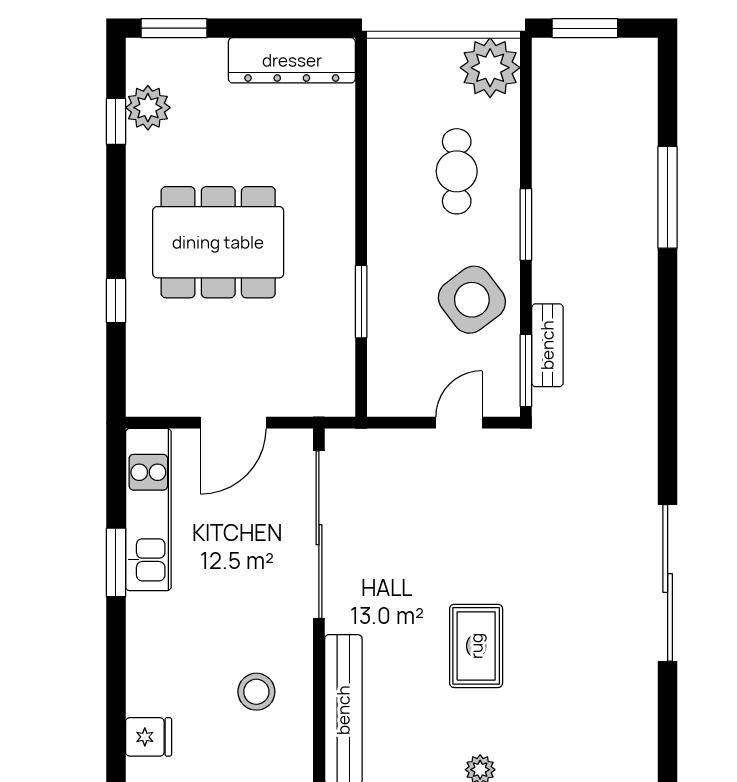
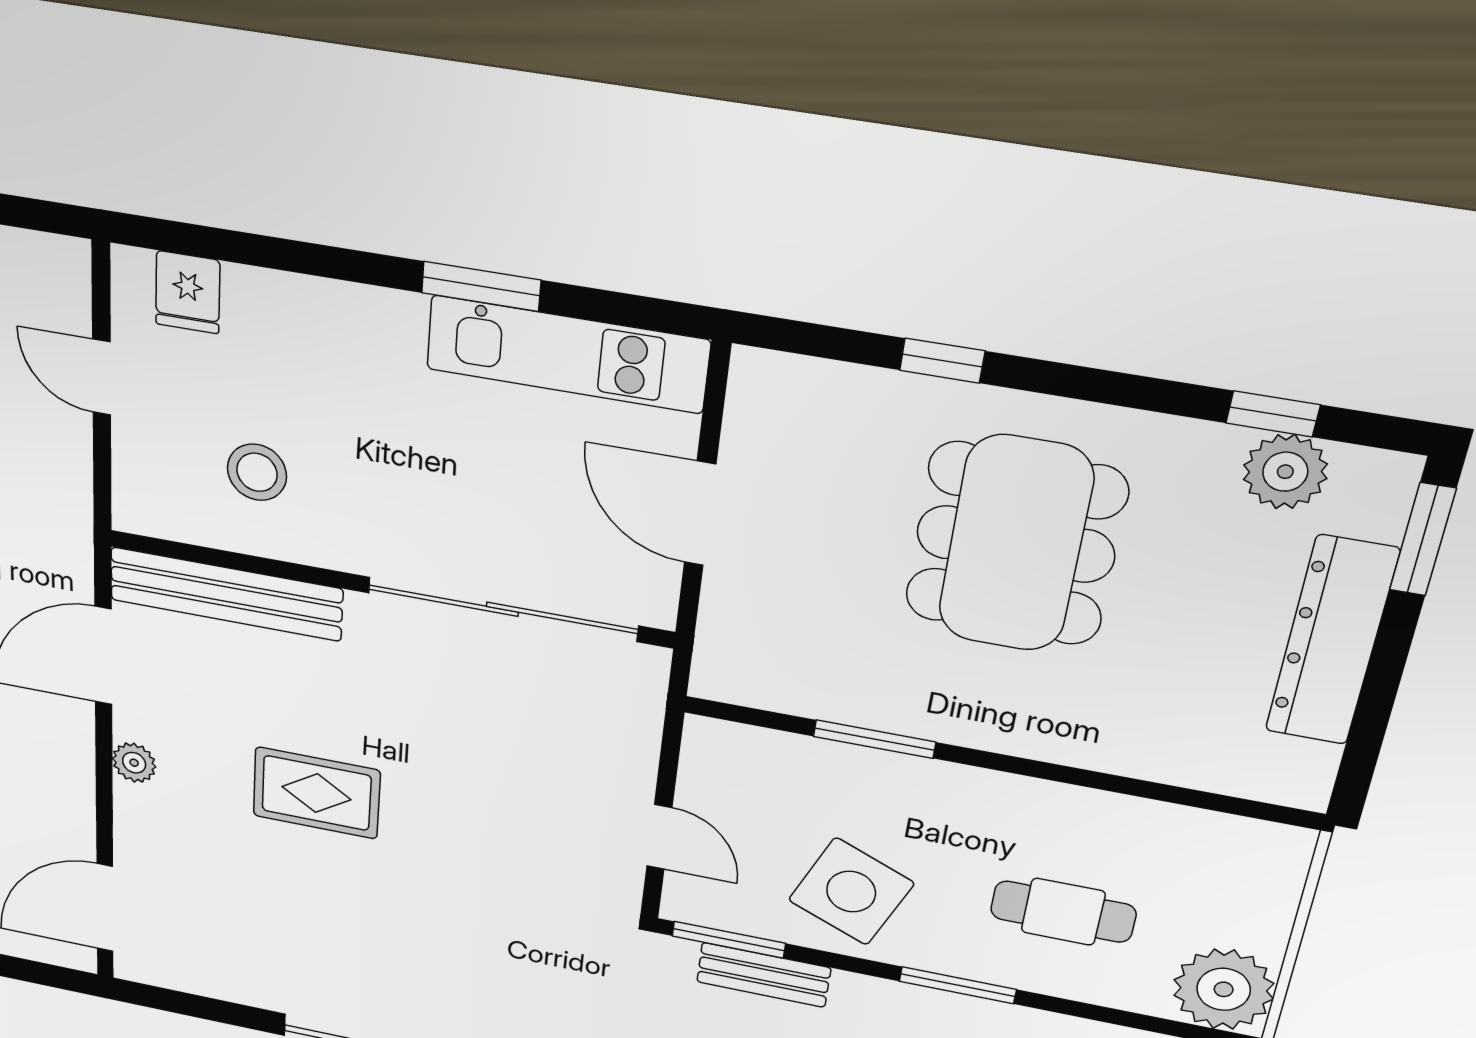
dresser: (292, 60) -> (1332, 641), moved
side table: (472, 300) -> (851, 892), turned -30

